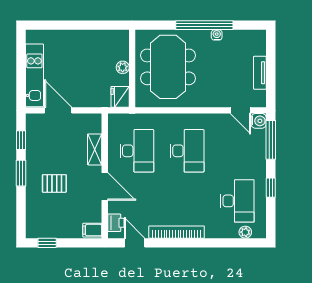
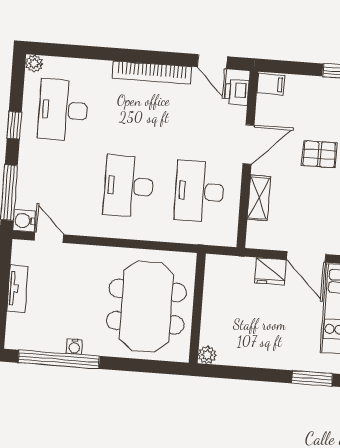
window: (48, 25) -> (312, 378), added
window: (204, 25) -> (59, 359), moved
plant: (123, 67) -> (207, 355), moved
fridge: (120, 97) -> (270, 271), moved, turned 90
door: (105, 187) -> (248, 144), swing flipped
plant: (245, 232) -> (34, 63), moved

